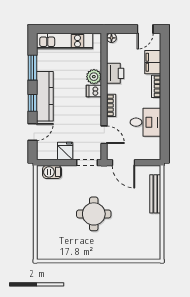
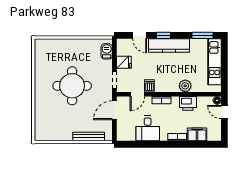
door: (145, 29) -> (224, 112), moved
window: (33, 68) -> (203, 35), moved
dishwasher: (94, 91) -> (149, 86), moved
round table: (94, 214) -> (72, 86), width x1.36, depth x1.36

